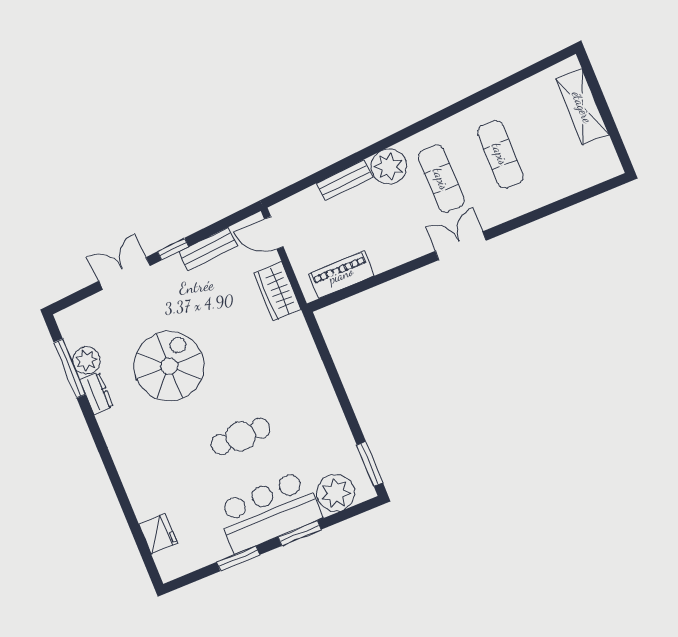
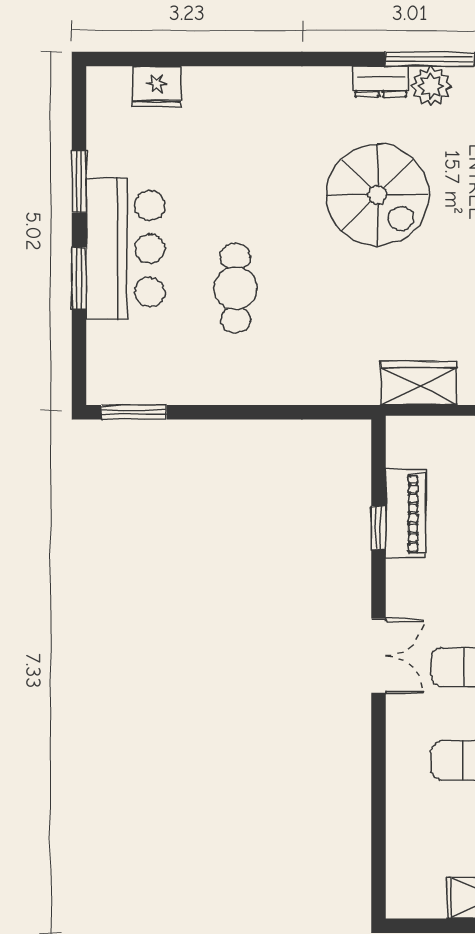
piano: (341, 275) -> (406, 513), moved
window: (379, 279) -> (379, 528), added
cafe table: (241, 436) -> (236, 288), moved
plant: (336, 493) -> (114, 350), removed

